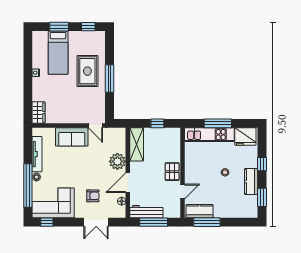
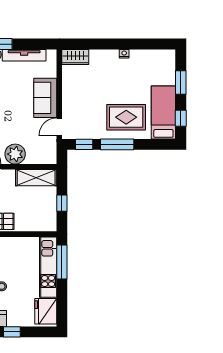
bed: (58, 53) -> (163, 112), moved, turned 90
window: (110, 105) -> (84, 144), added
window: (218, 123) -> (62, 262), moved

